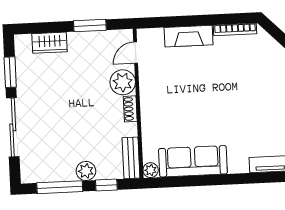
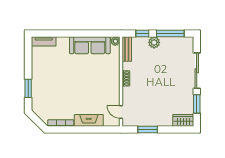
wardrobe: (50, 43) -> (183, 120), moved
door: (136, 53) -> (121, 112), swing flipped
plant: (123, 82) -> (130, 95), removed

